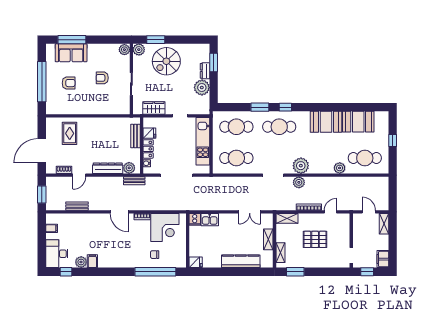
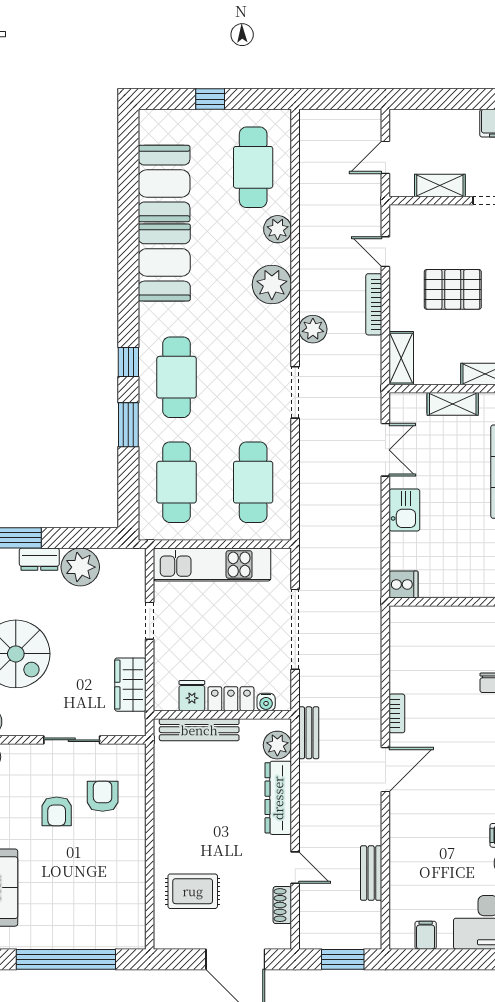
armchair: (69, 83) -> (103, 796), moved
bench: (135, 136) -> (199, 730), width x1.36
plant: (301, 166) -> (272, 284), moved
kitchen sink: (210, 220) -> (404, 510), moved
shelving: (384, 224) -> (440, 185), moved
corner desk: (165, 228) -> (424, 658), removed
pallet: (315, 239) -> (453, 289), turned 90

